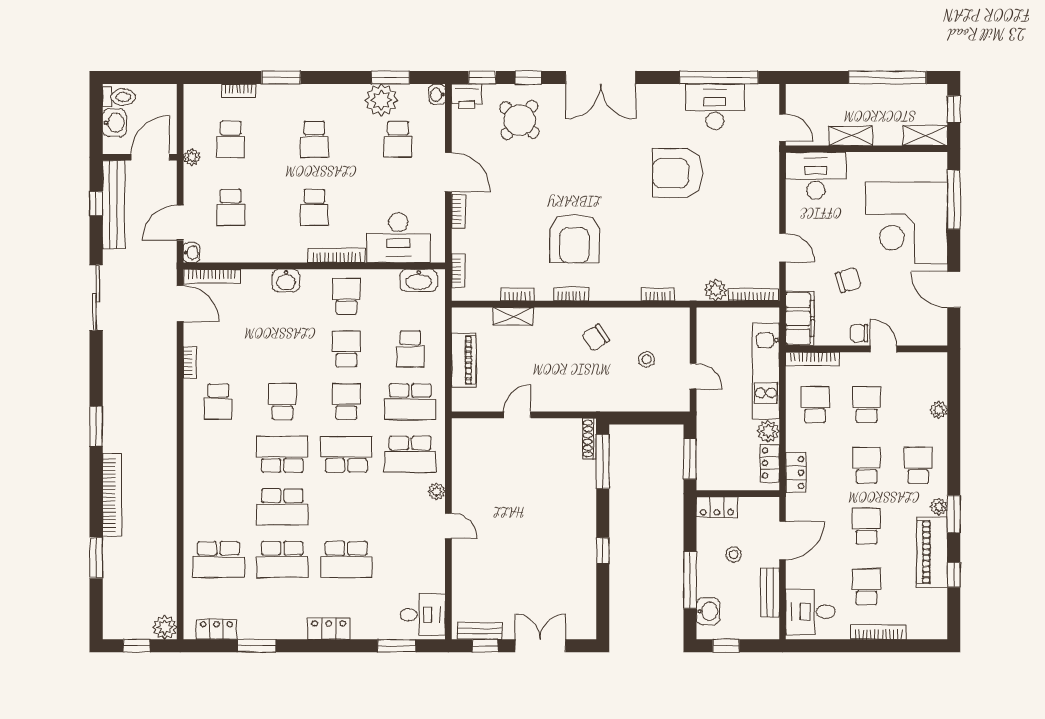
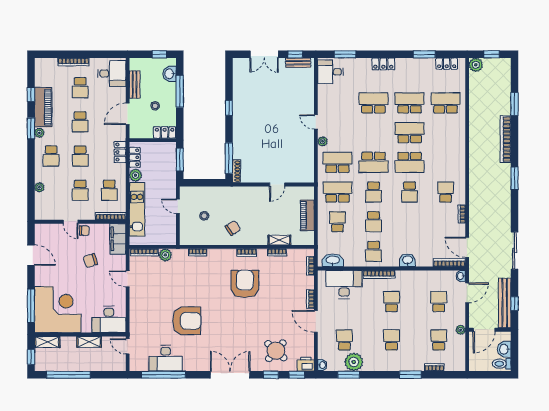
corner desk: (906, 223) -> (58, 310), moved

